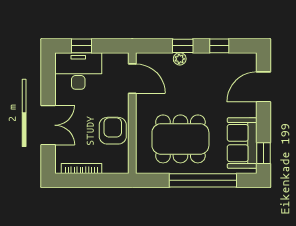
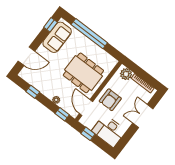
window: (81, 46) -> (88, 134), moved
window: (183, 46) -> (62, 114), moved
armchair: (113, 131) -> (110, 100), moved
dining table: (180, 139) -> (83, 73), moved
plant: (113, 164) -> (126, 74), added

